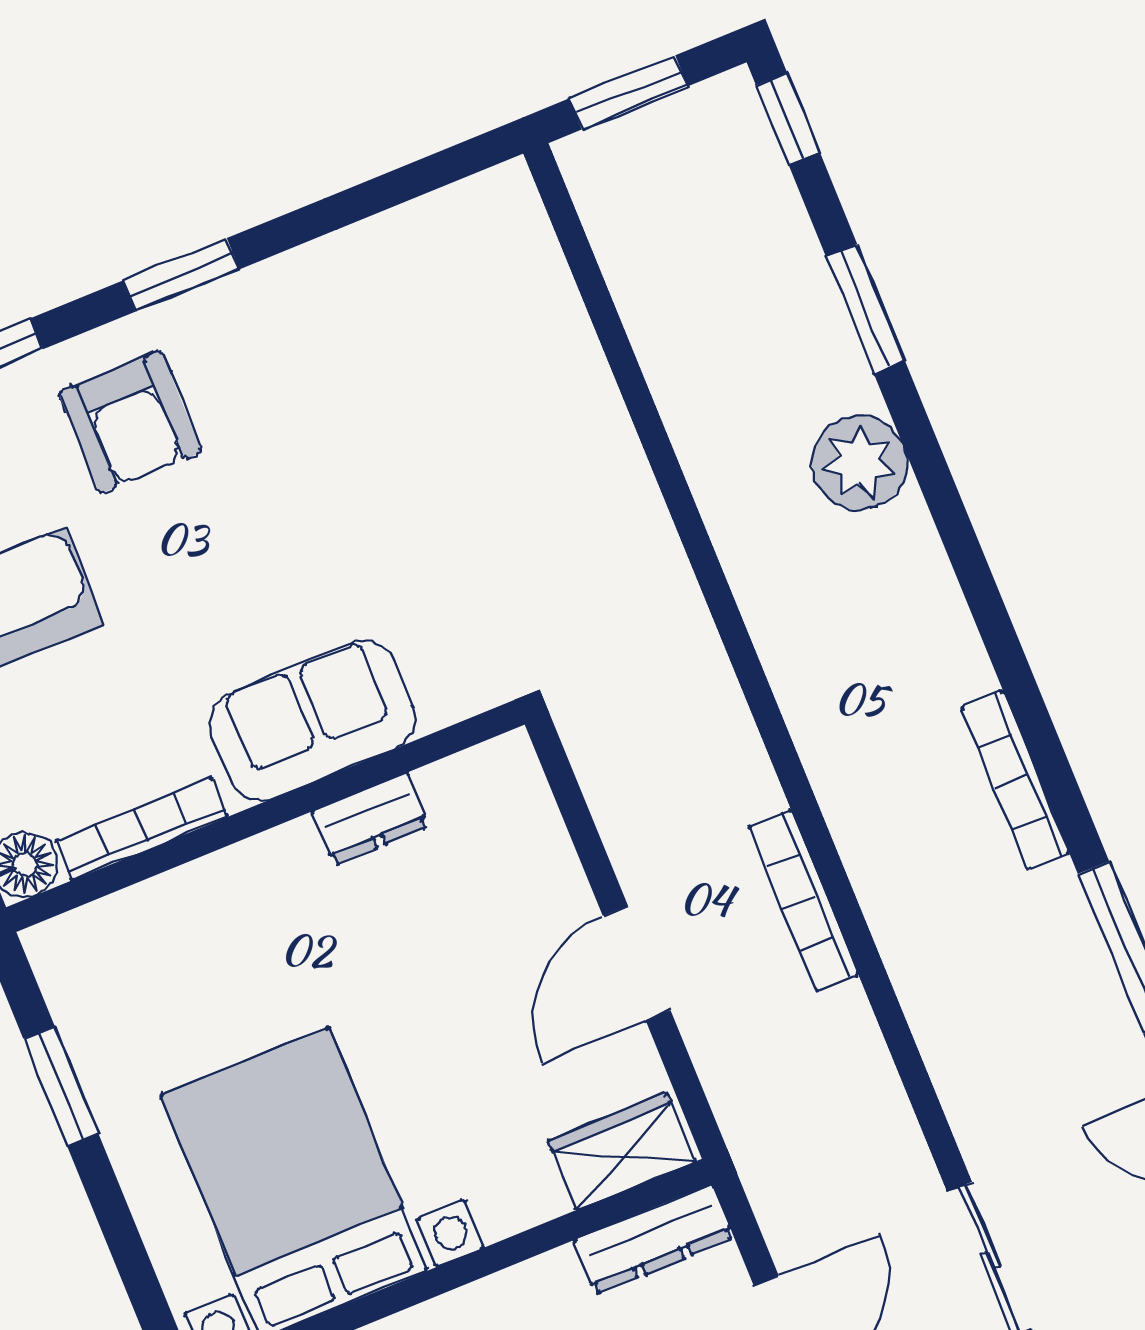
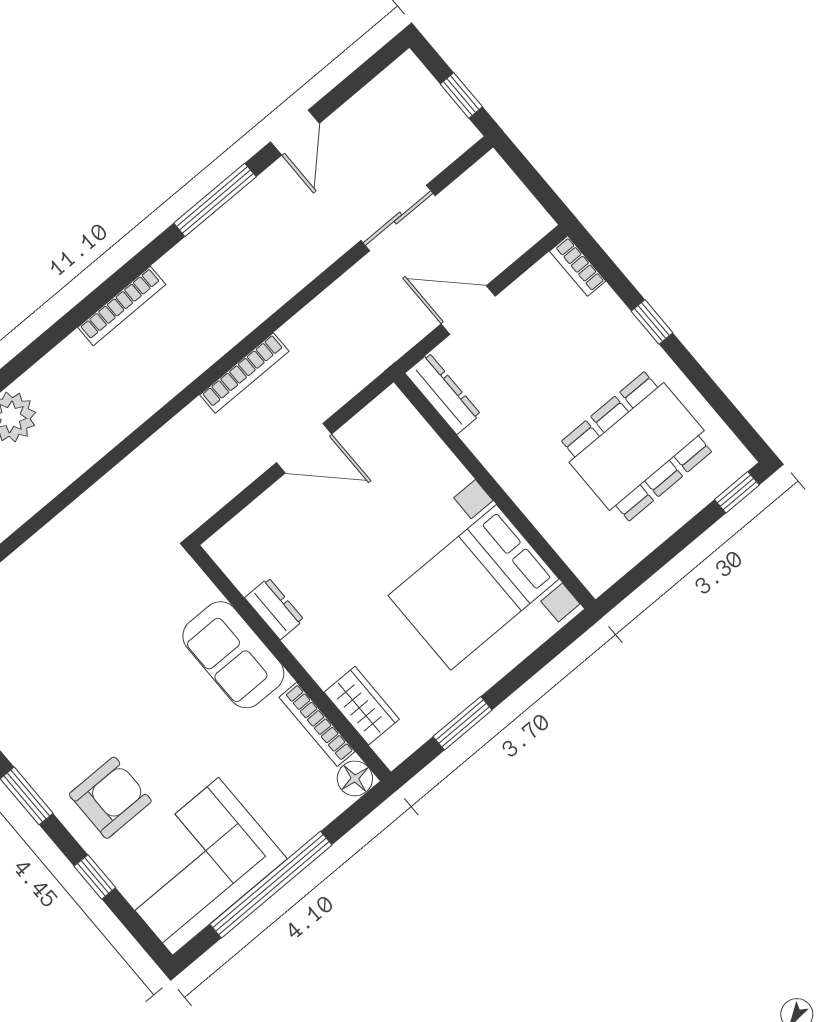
bookcase: (1015, 780) -> (122, 306), moved
wardrobe: (622, 1151) -> (362, 706), moved, turned 180

